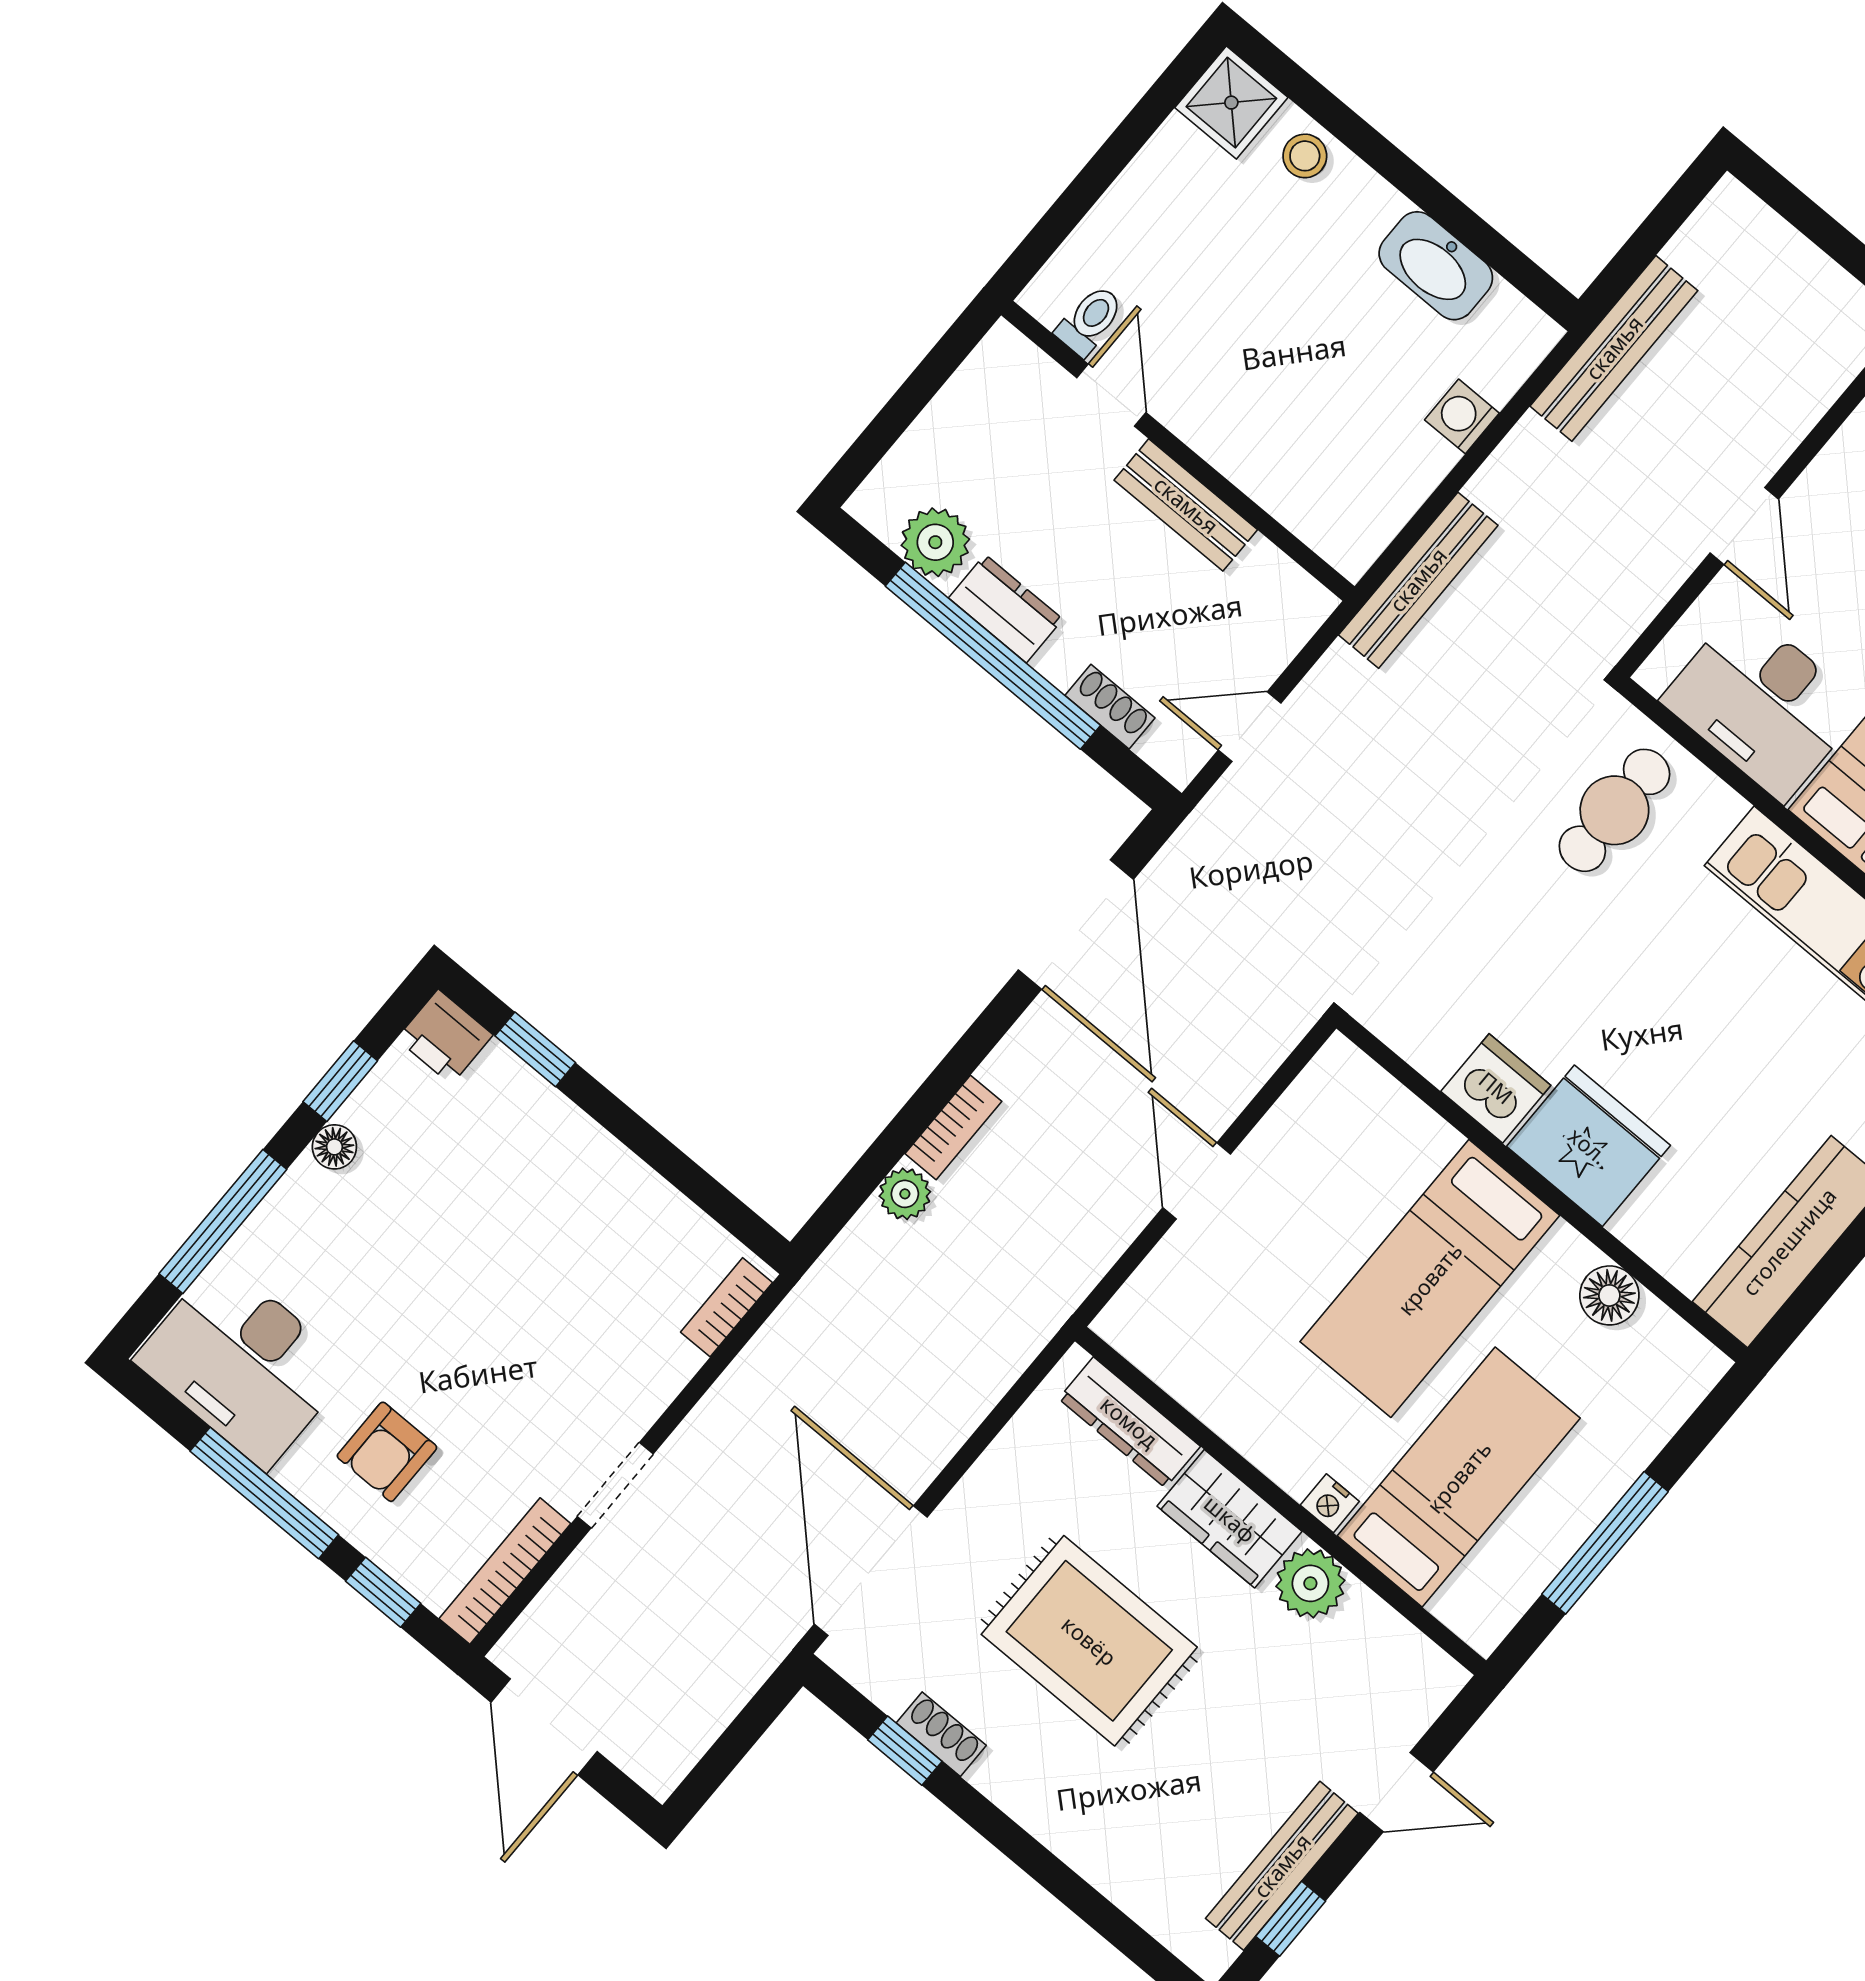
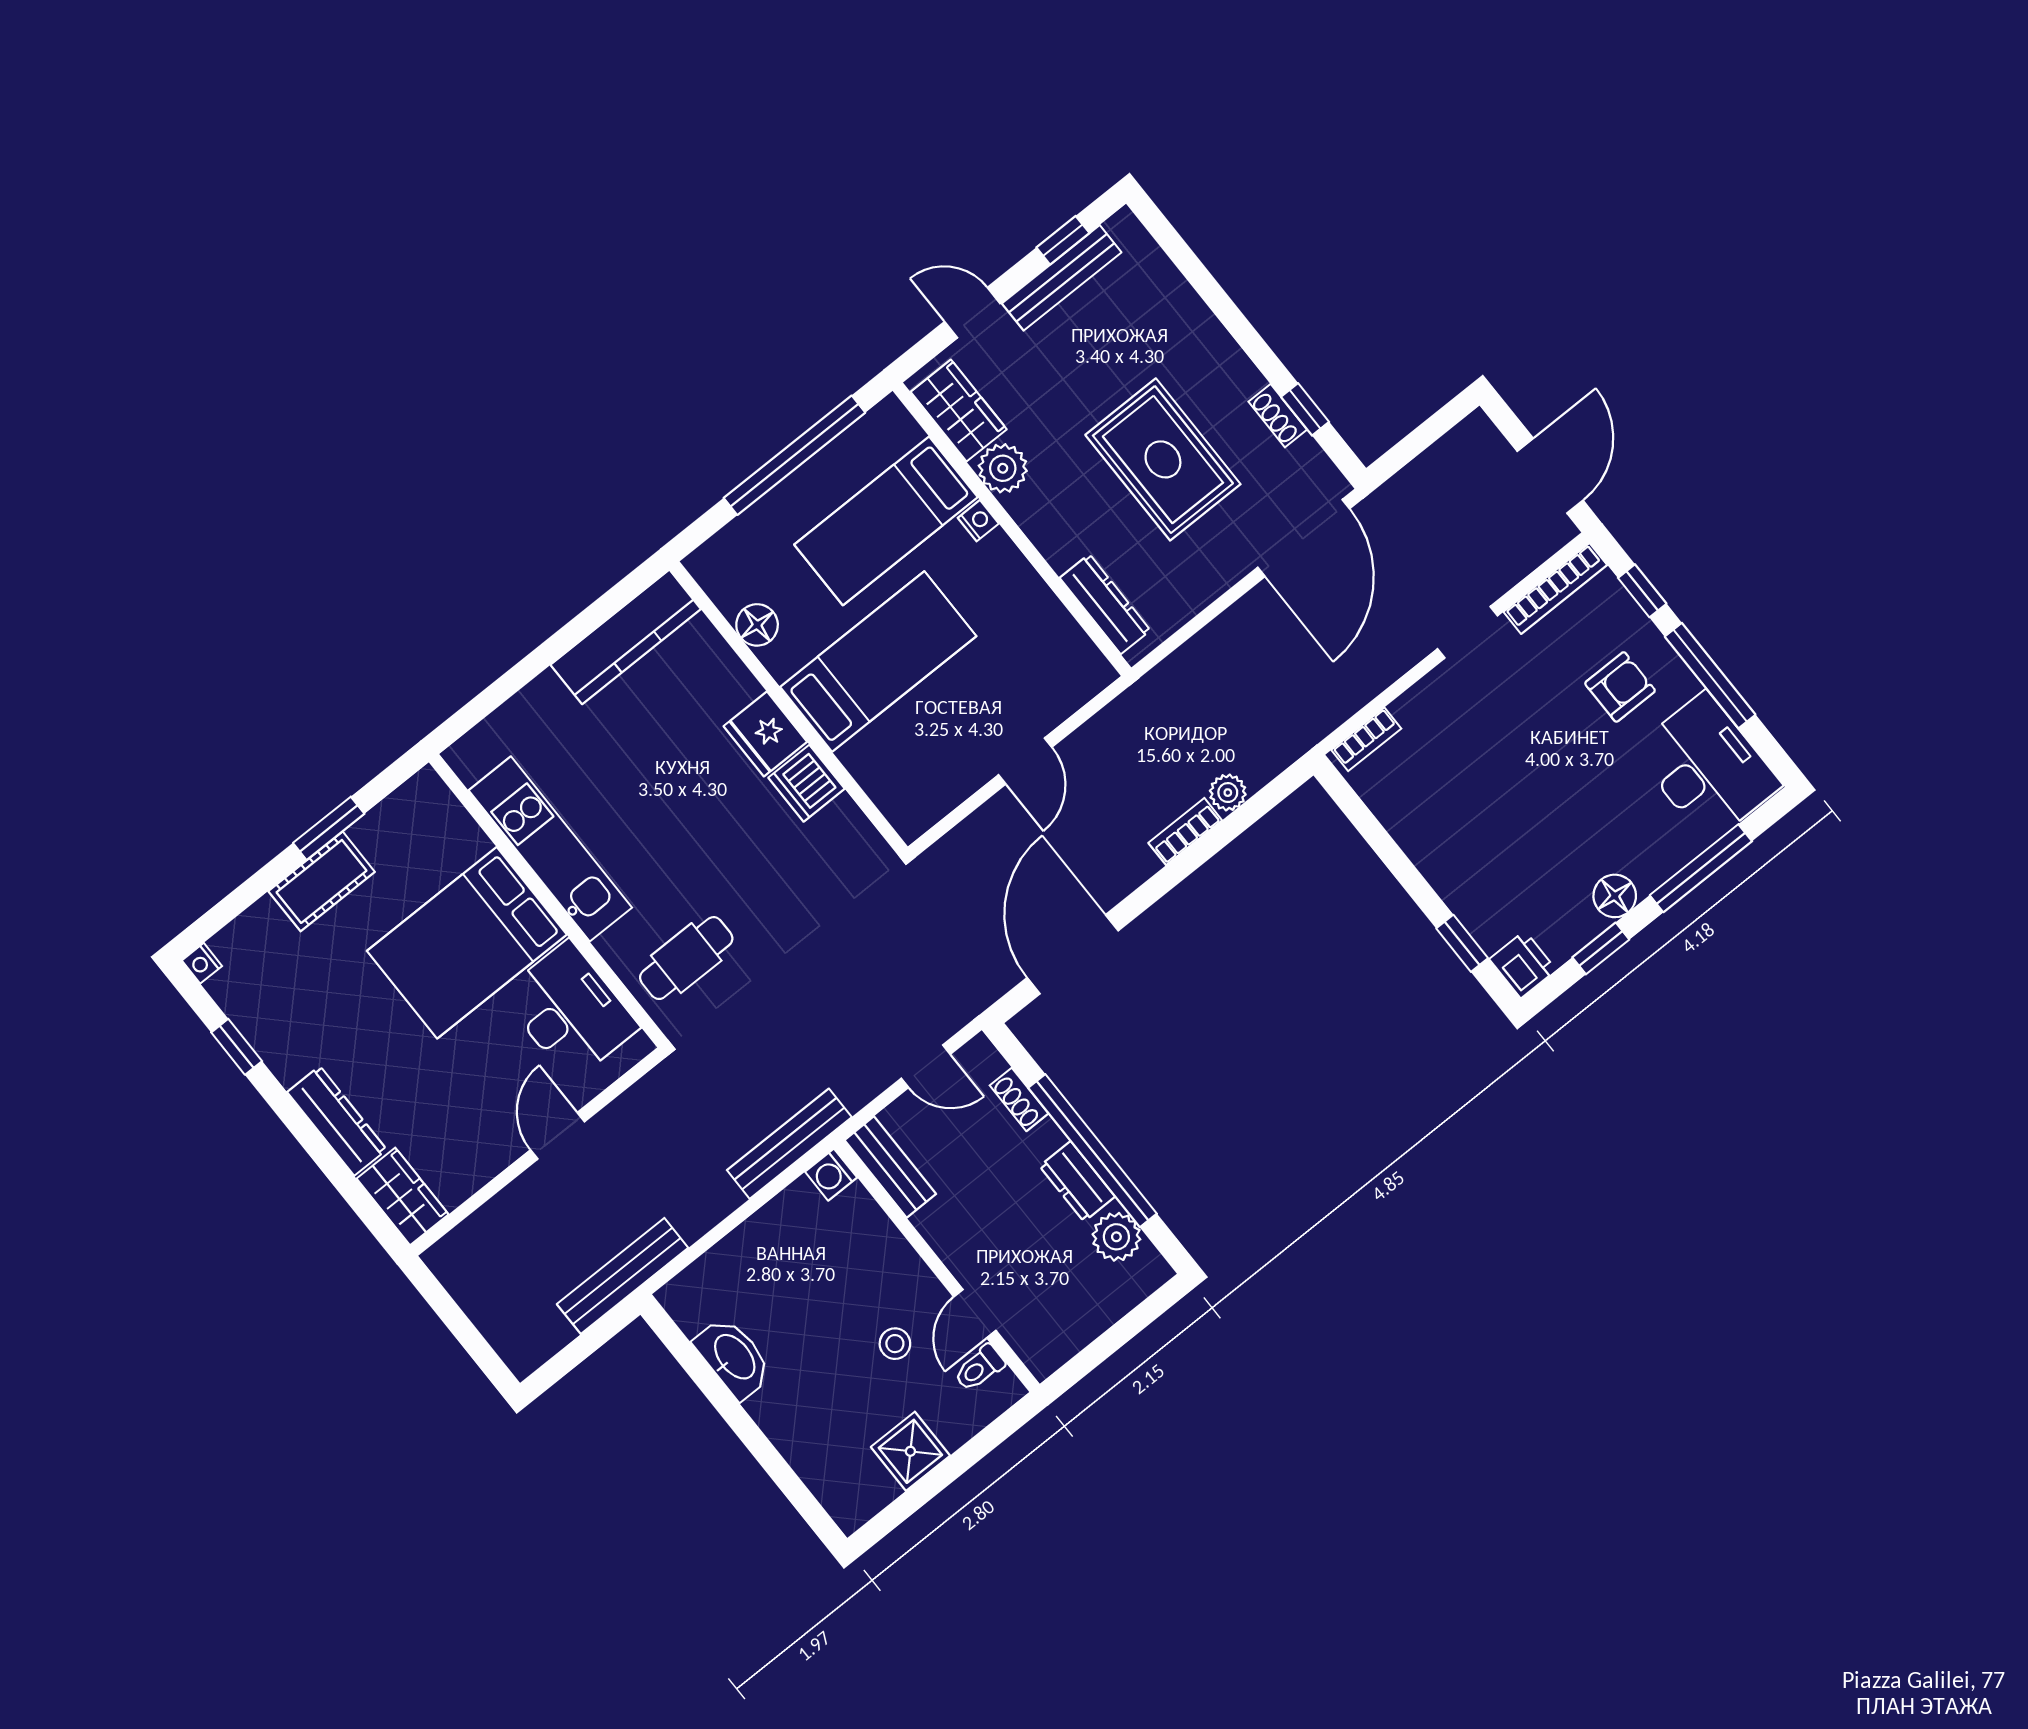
shower: (1231, 103) -> (910, 1451), moved
stool: (1305, 156) -> (895, 1344), moved
washing machine: (1462, 416) -> (831, 1175), moved, turned 90
bench: (1186, 505) -> (890, 1167), moved
fridge: (1588, 1146) -> (765, 734), width x0.73, depth x0.75
floor lamp: (334, 1147) -> (1615, 896), width x1.37, depth x1.37
wardrobe: (1230, 1519) -> (959, 411), moved
window: (1605, 1543) -> (794, 455), width x1.46

